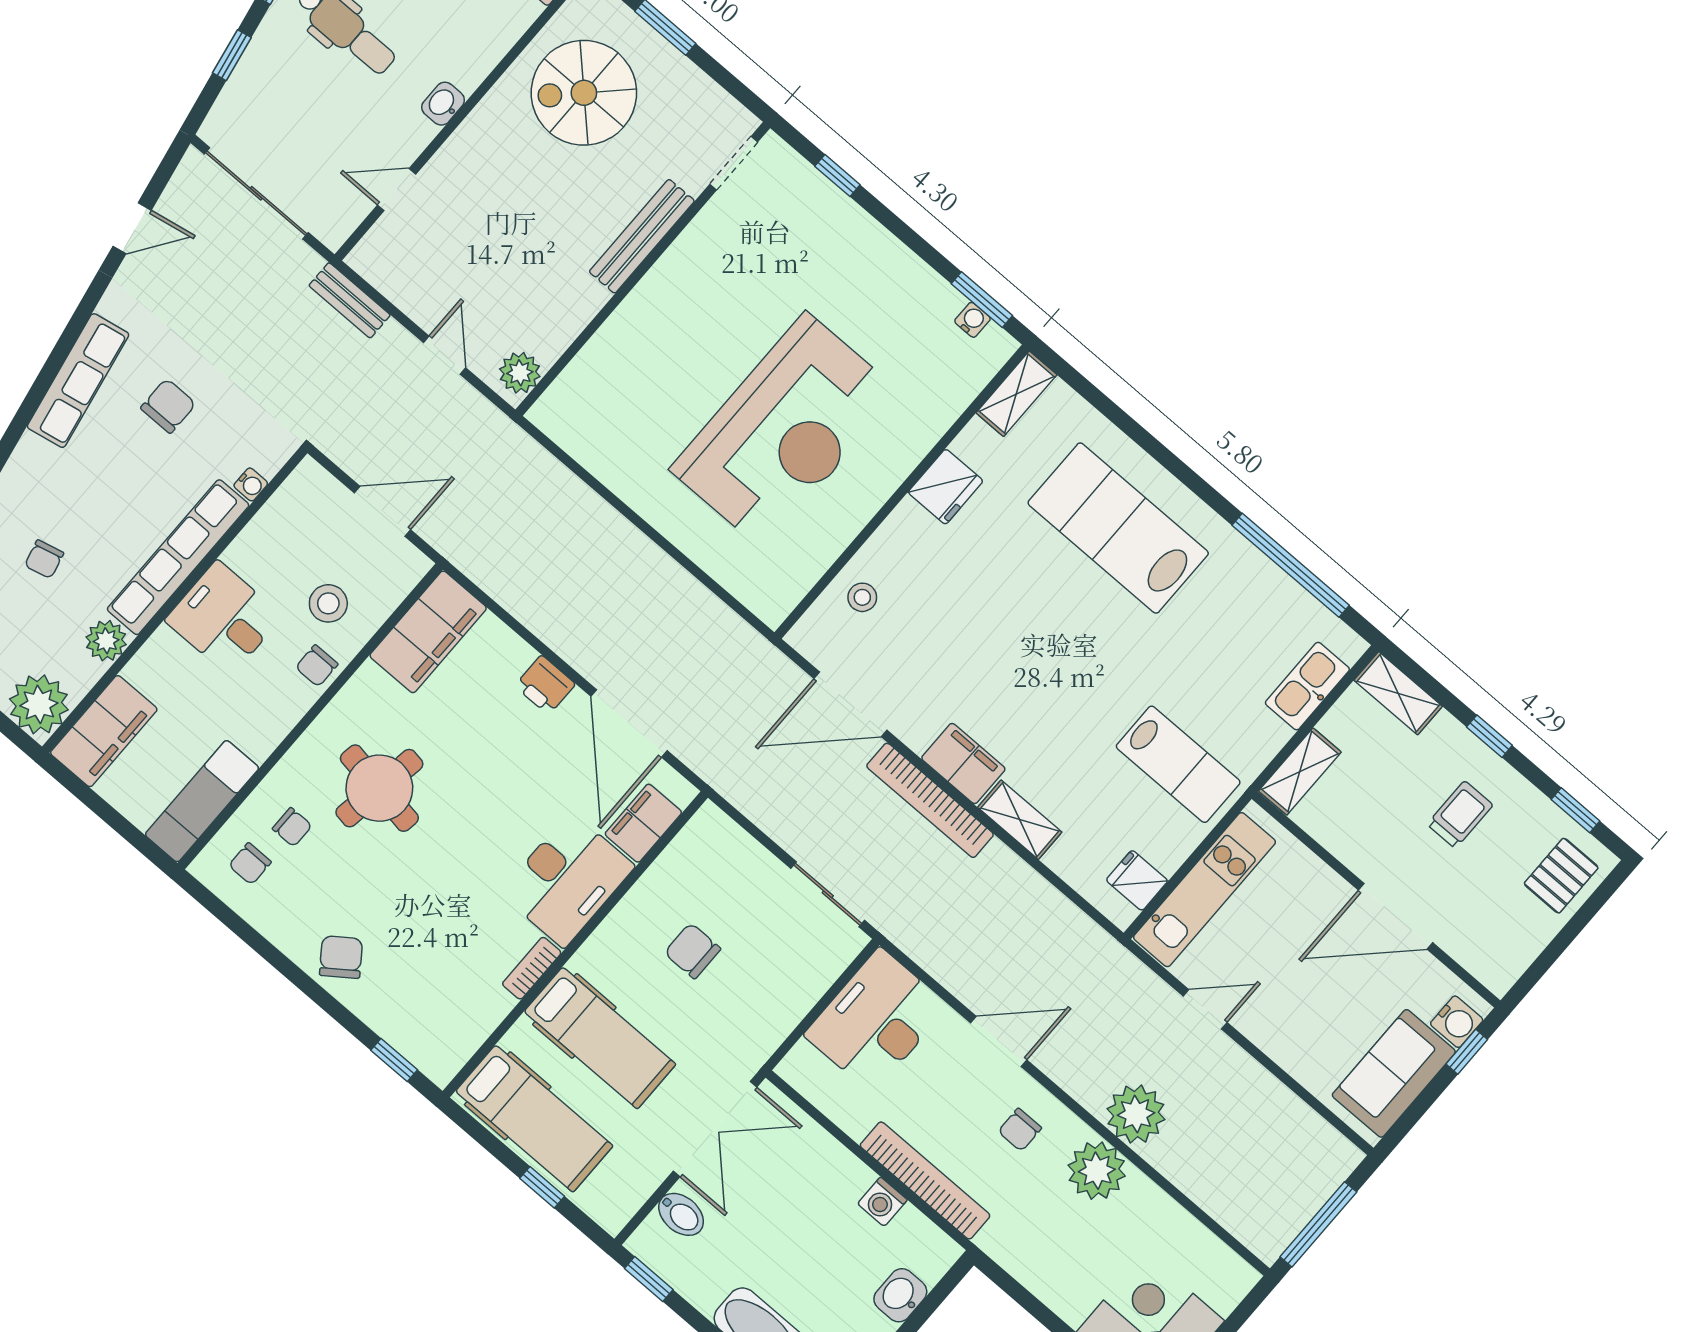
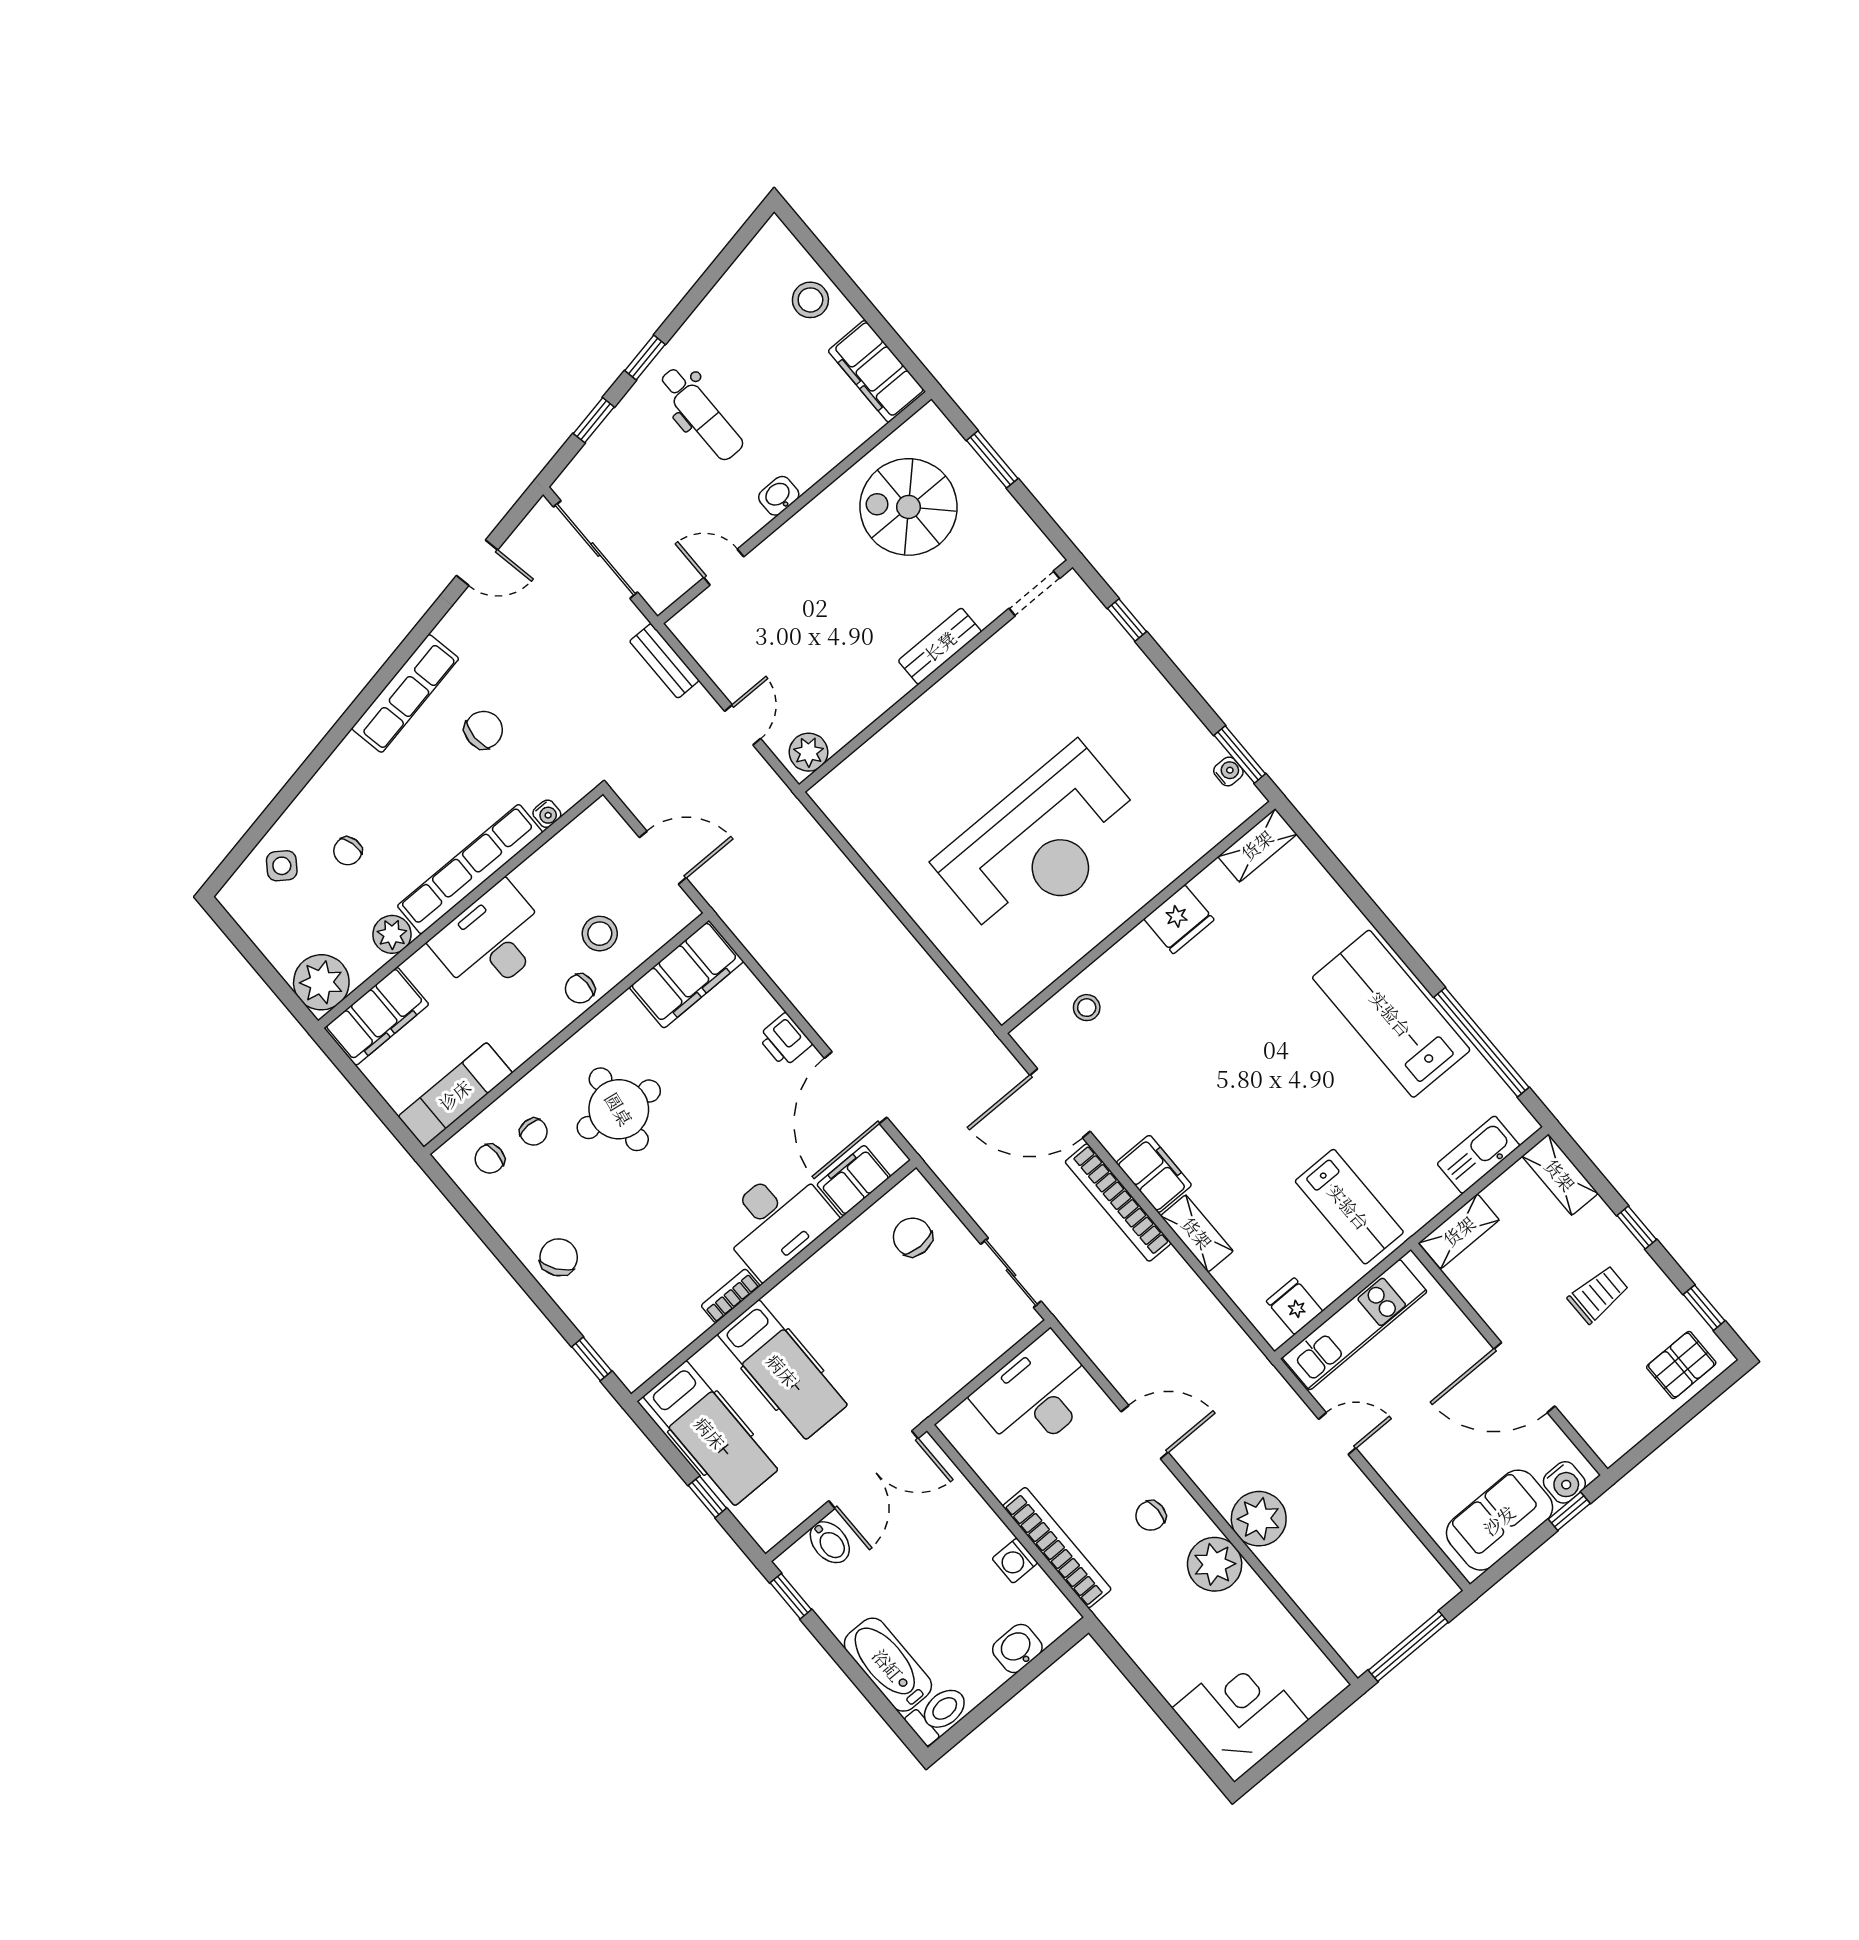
bench: (642, 236) -> (940, 646), width x0.73
lab bench: (1118, 528) -> (1391, 1014), moved
desk: (224, 618) -> (492, 941), width x1.37
chair: (692, 951) -> (913, 1237), moved

